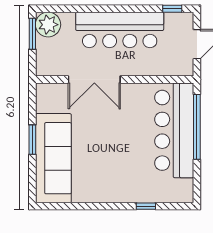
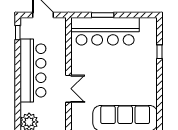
double door: (94, 79) -> (69, 89), width x0.73
window: (197, 127) -> (103, 15), width x0.47

